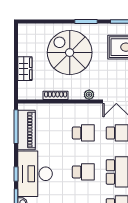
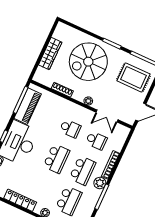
spiral stairs: (70, 53) -> (88, 62), turned -90
wardrobe: (25, 69) -> (50, 54), width x1.50
school desk: (83, 172) -> (56, 159), width x1.85

